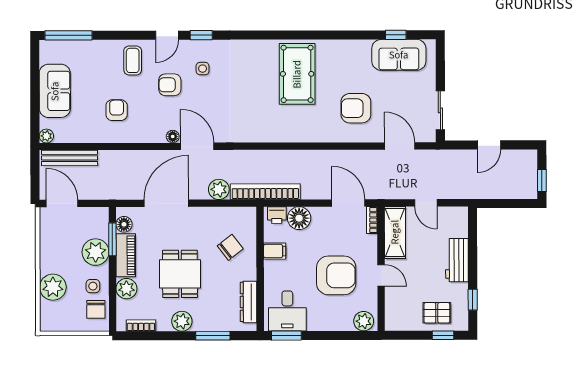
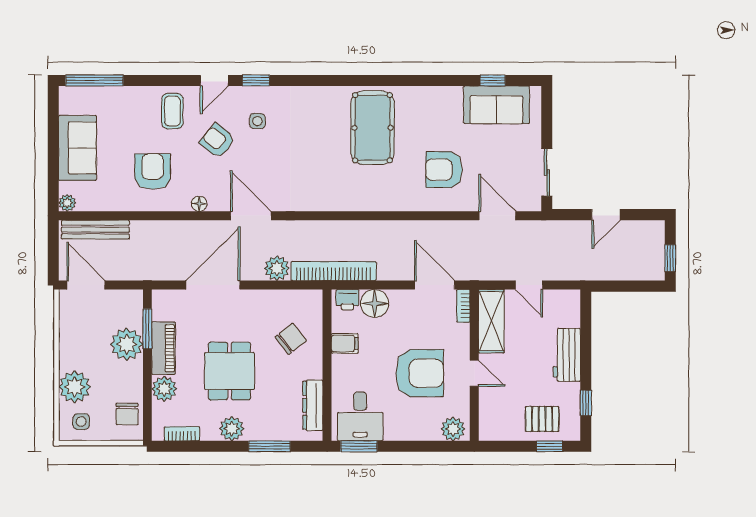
armchair: (170, 85) -> (218, 141), turned 39
armchair: (117, 110) -> (153, 172), width x1.38, depth x1.38
floor lamp: (173, 136) -> (199, 204), moved
floor lamp: (124, 224) -> (161, 311), removed
side table: (93, 286) -> (81, 422), moved

